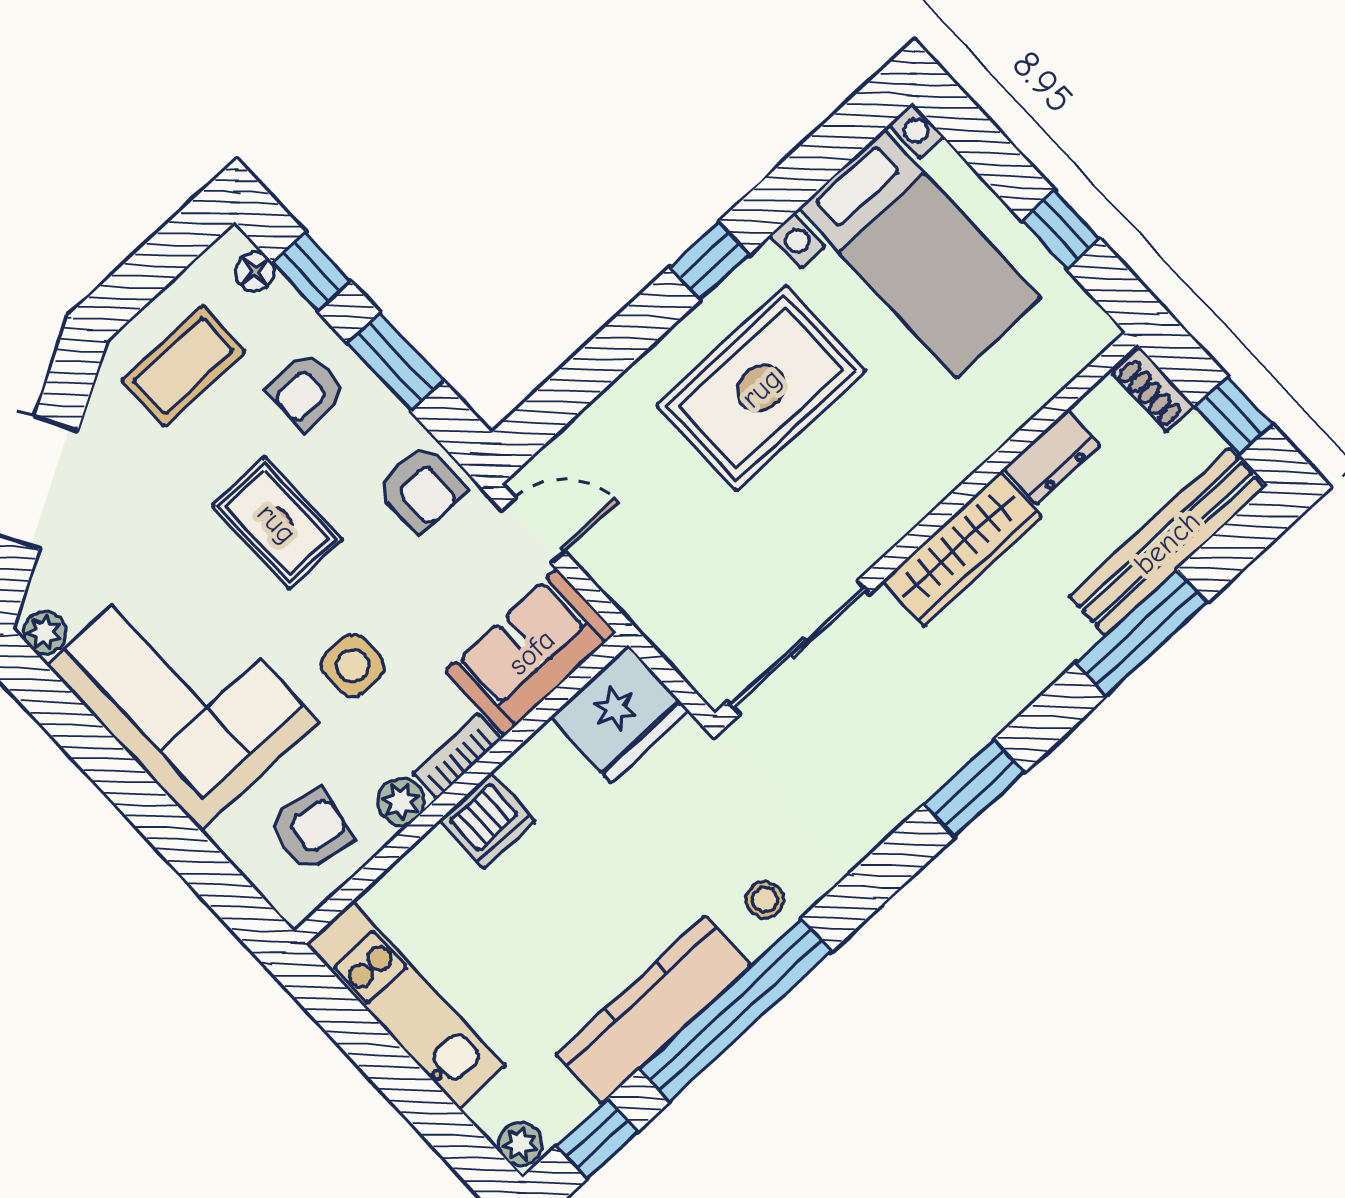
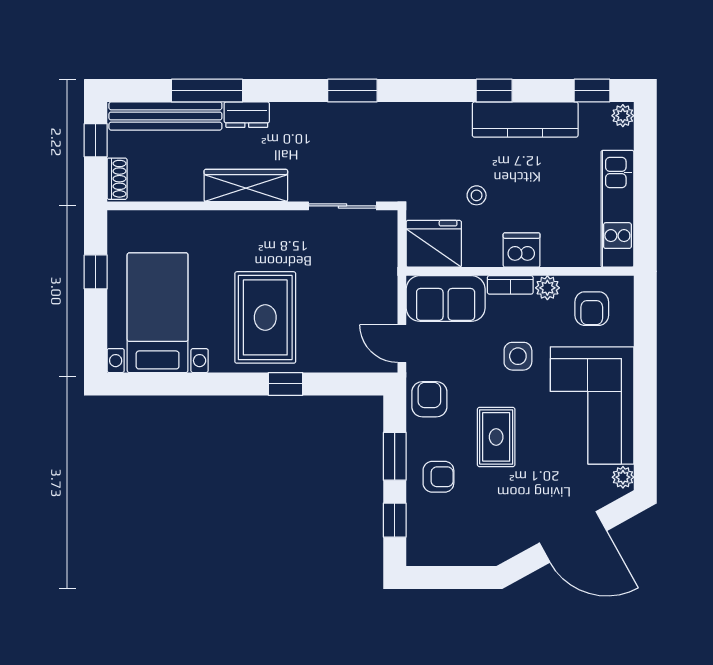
window: (710, 261) -> (286, 384), moved
floor lamp: (255, 272) -> (416, 540), removed
coffee table: (183, 366) -> (477, 530), removed
rug: (761, 388) -> (265, 317), turned 90
dresser: (1052, 457) -> (247, 115), moved, turned 180
sliding door: (798, 648) -> (342, 206), width x0.73
window: (974, 788) -> (352, 91), moved
armchair: (311, 830) -> (592, 309), turned -101
stool: (765, 899) -> (477, 195), moved
window: (735, 1010) -> (494, 91), width x0.32

